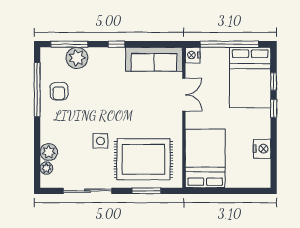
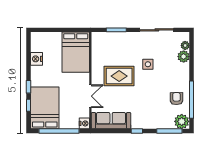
plant: (77, 58) -> (182, 121), moved
double door: (184, 95) -> (90, 96), swing flipped
rug: (143, 159) -> (119, 76), moved, width x0.73, depth x0.69

